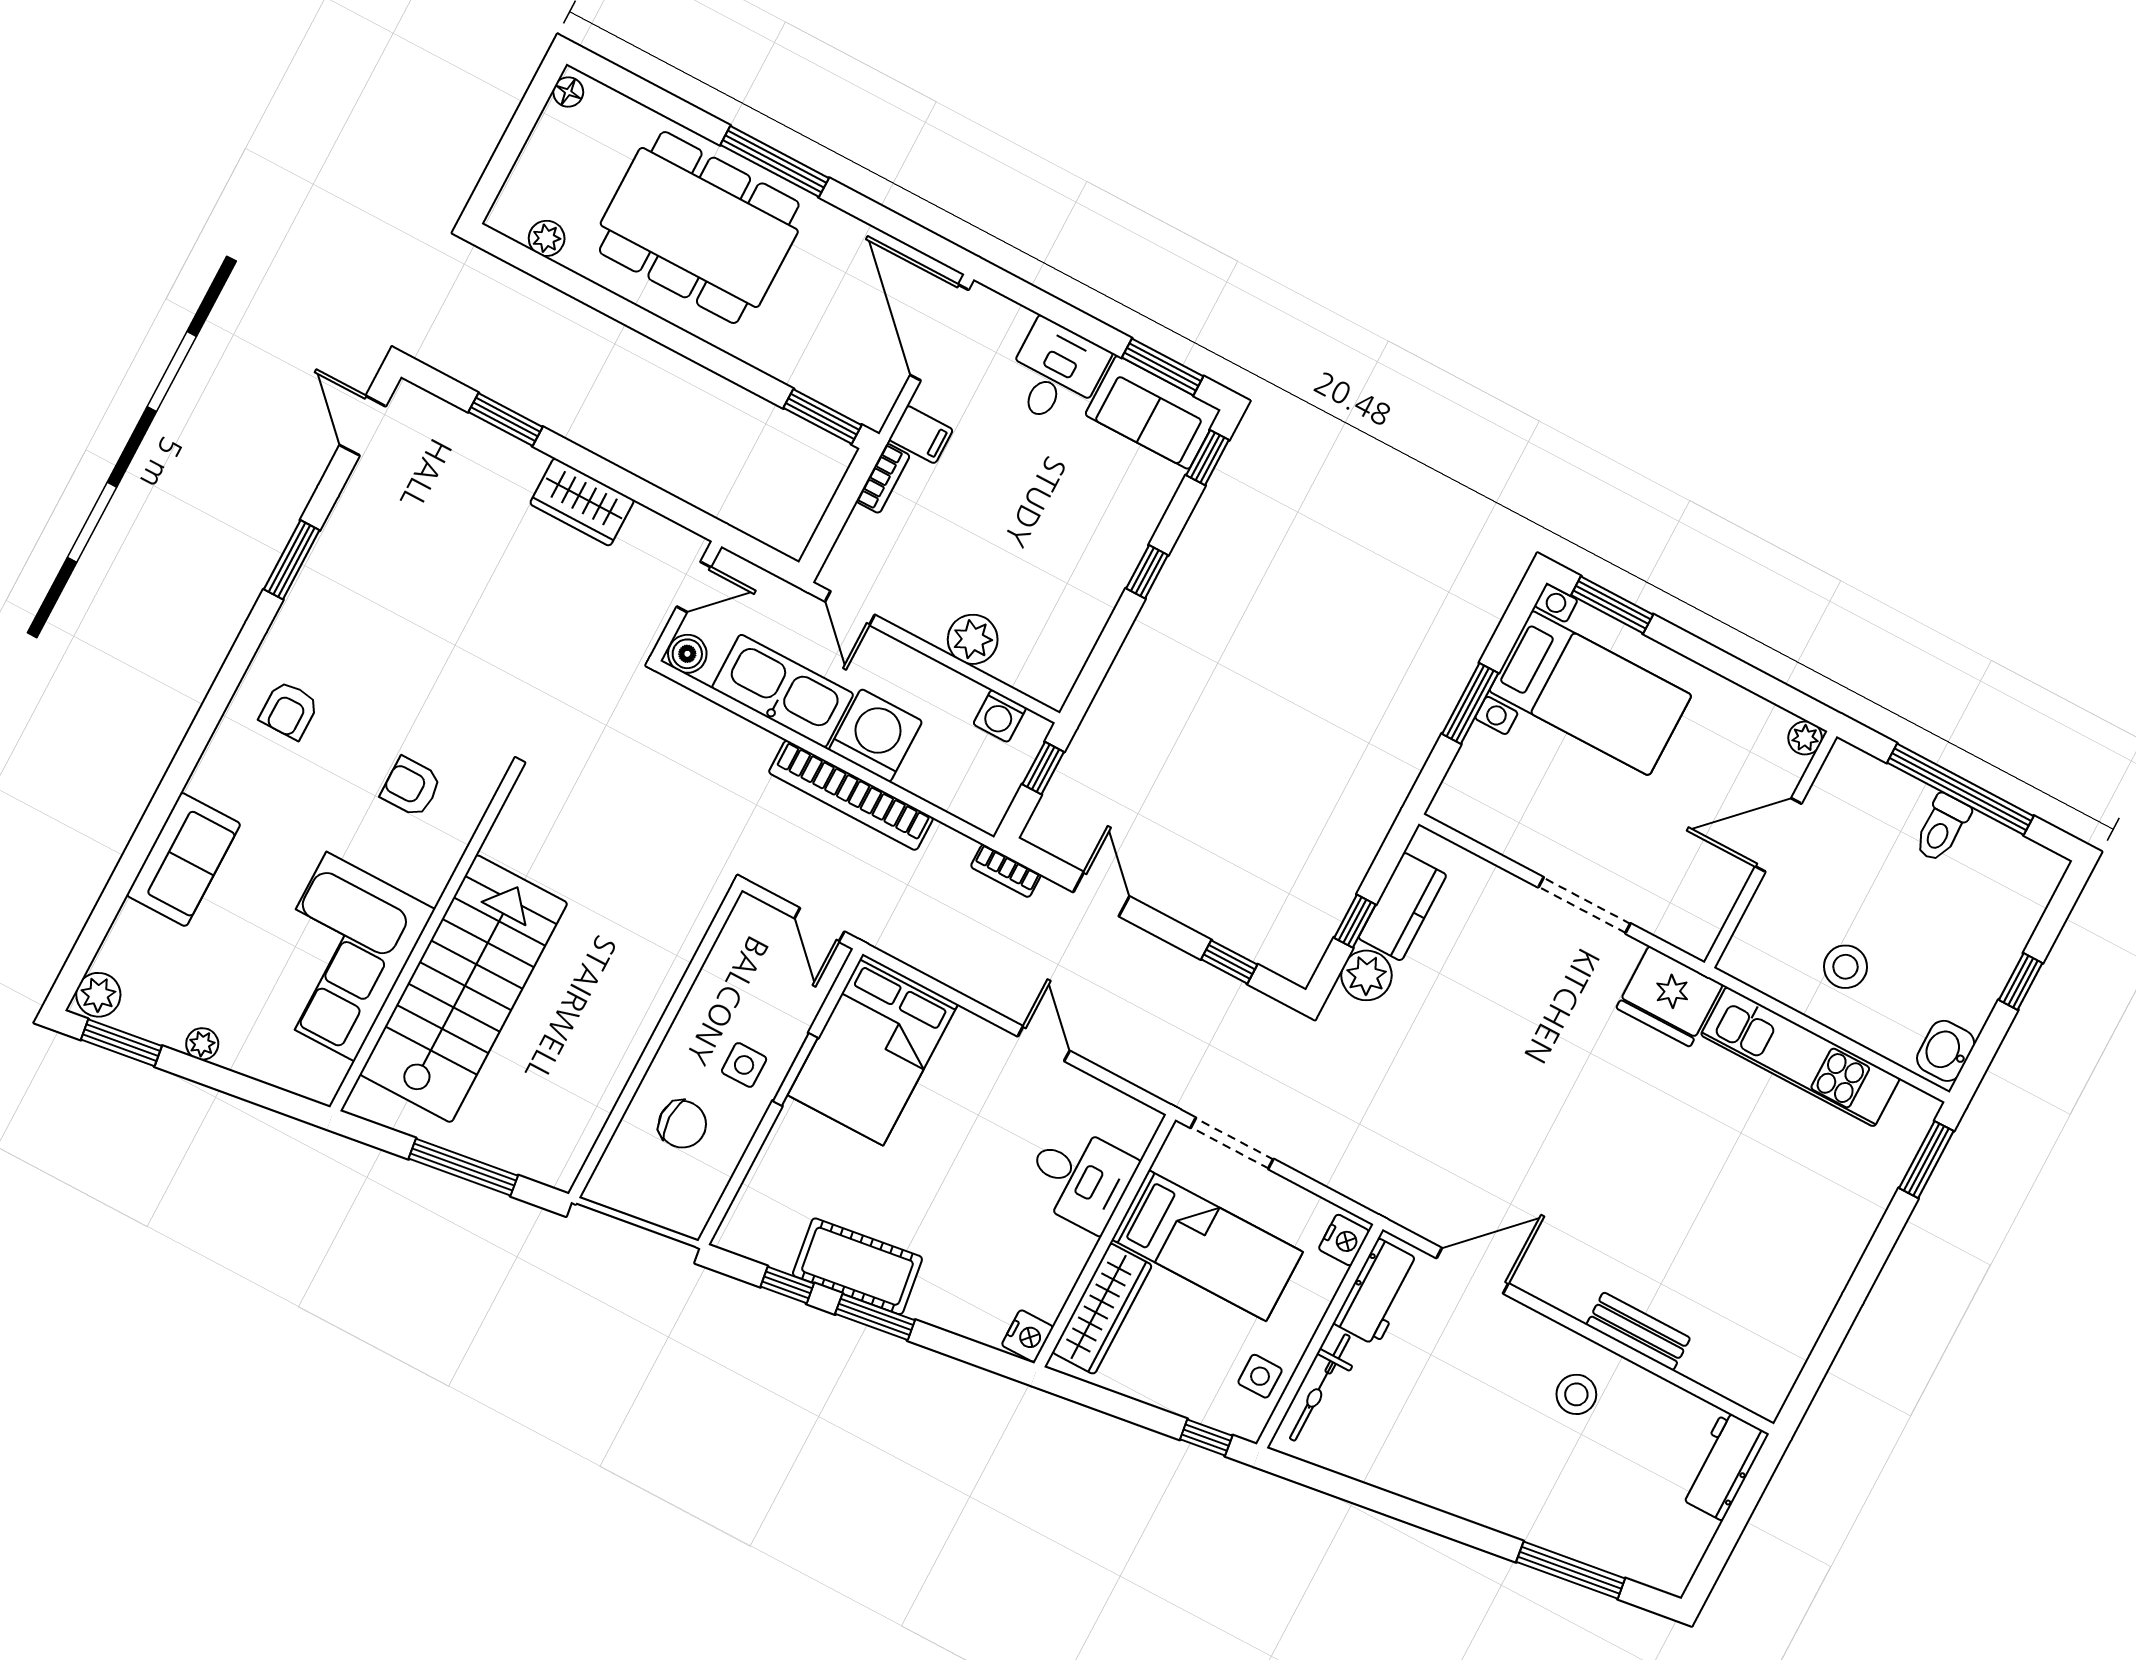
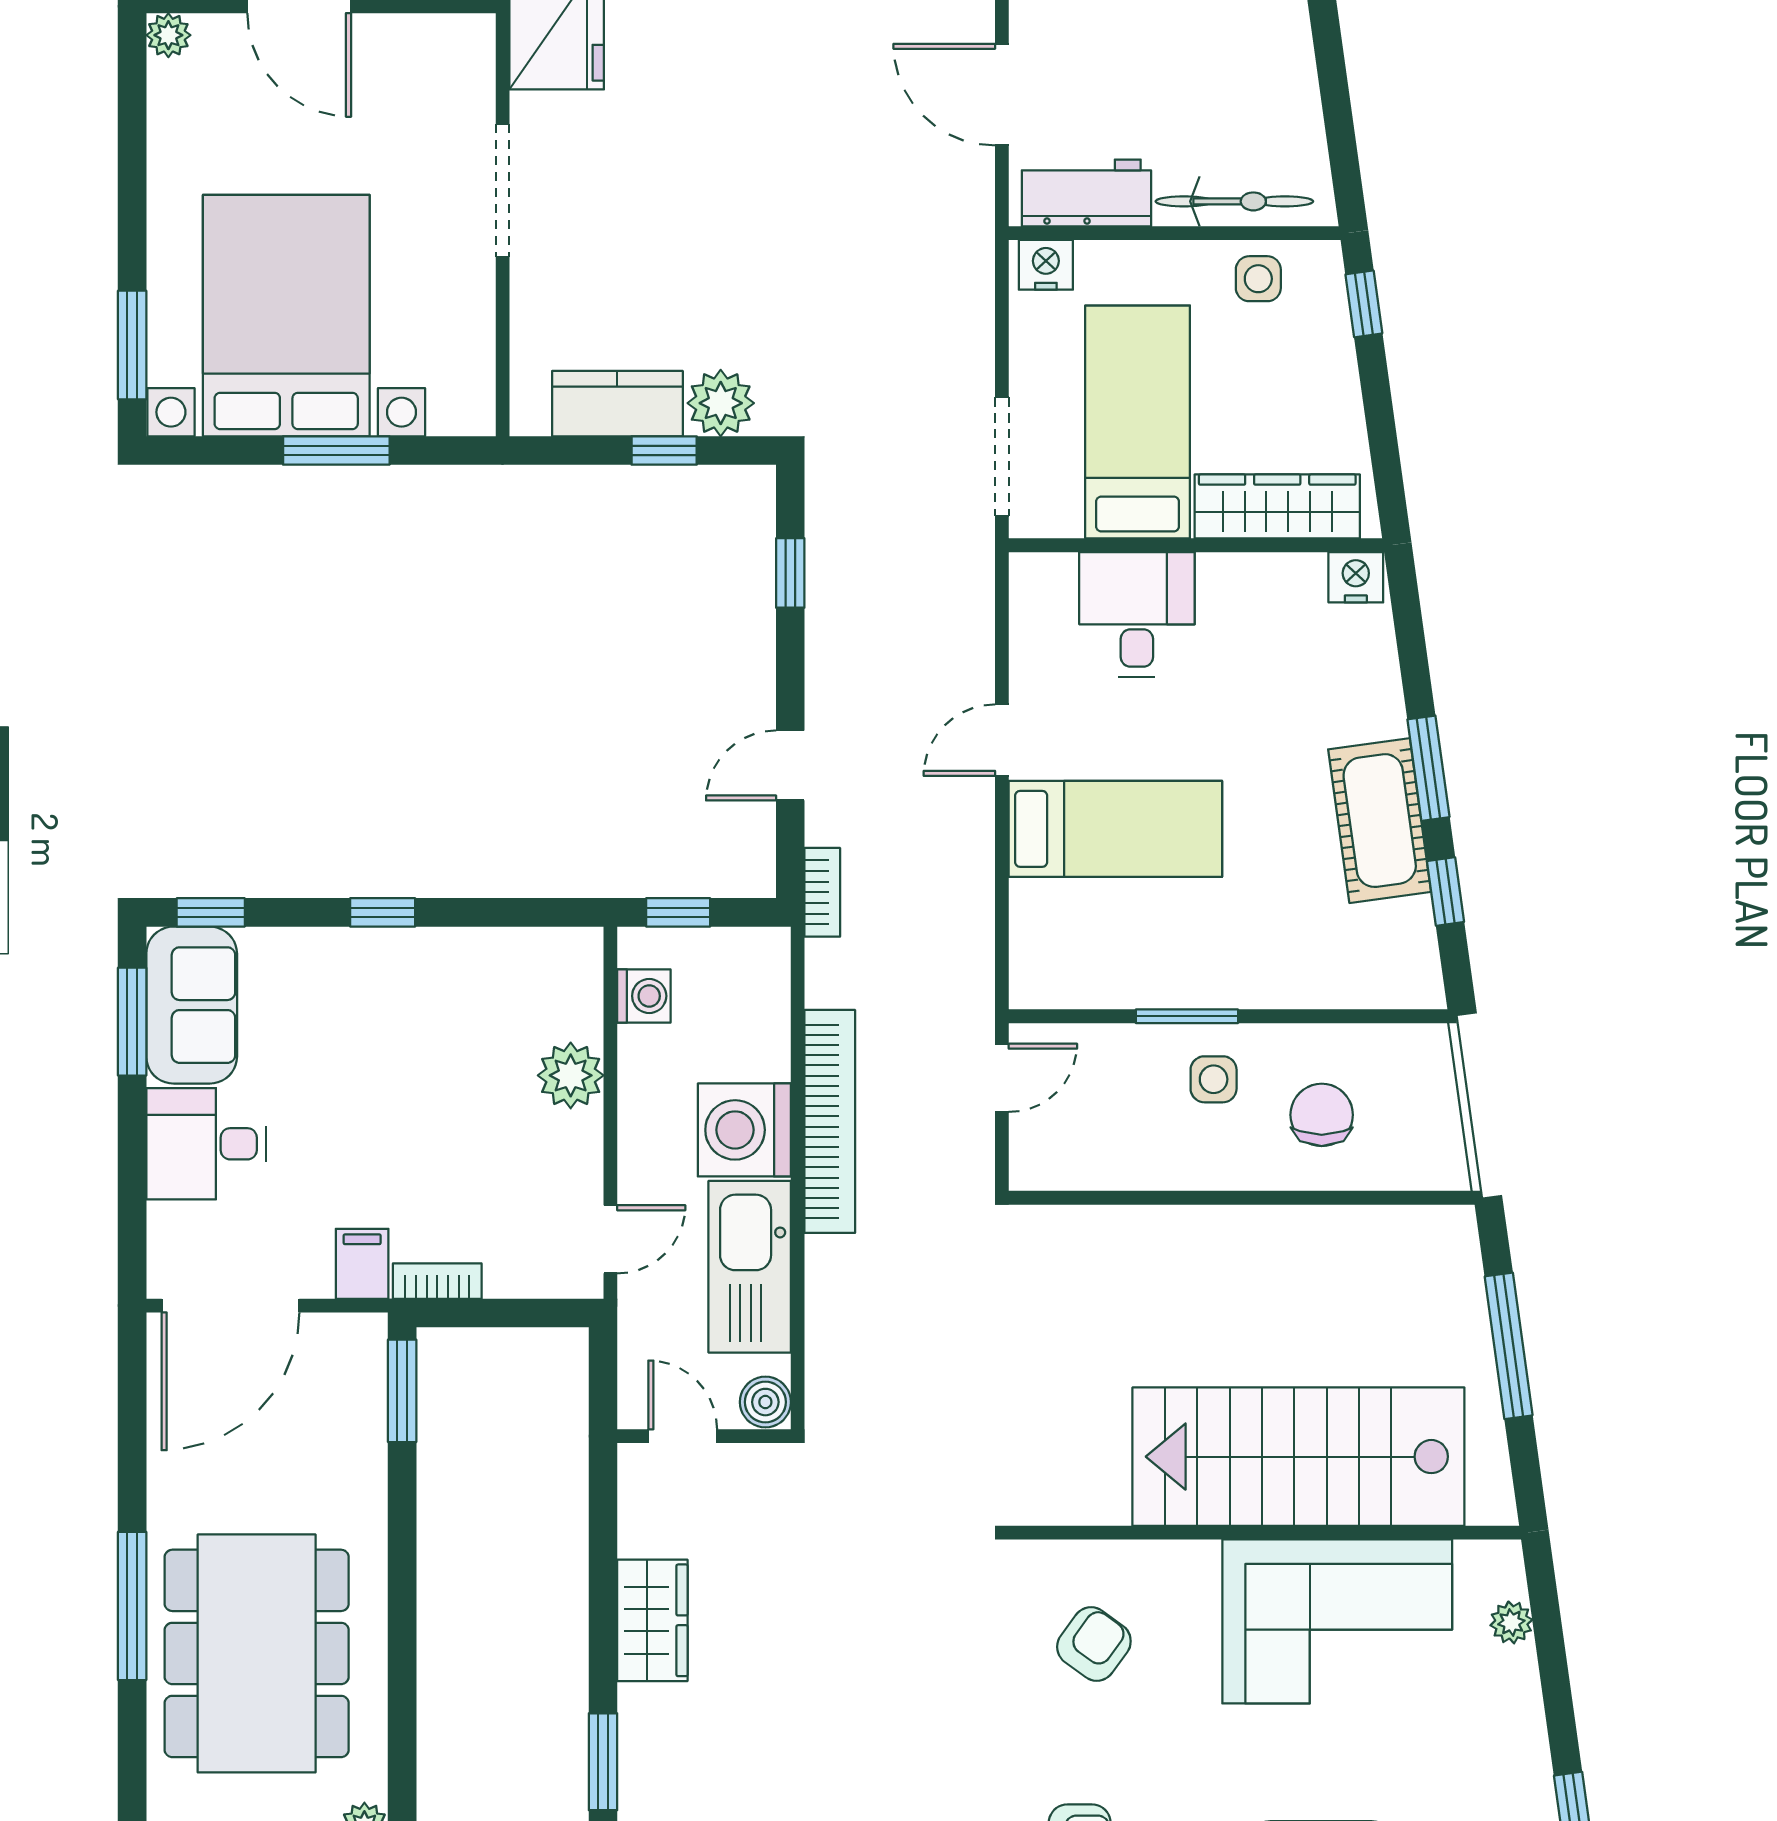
bed with nightstands: (1590, 693) -> (286, 316), width x1.36
armchair: (411, 787) -> (1094, 1644), turned -144
plant: (202, 1044) -> (1511, 1622), moved
bed: (873, 1050) -> (1115, 829), moved, width x0.67

